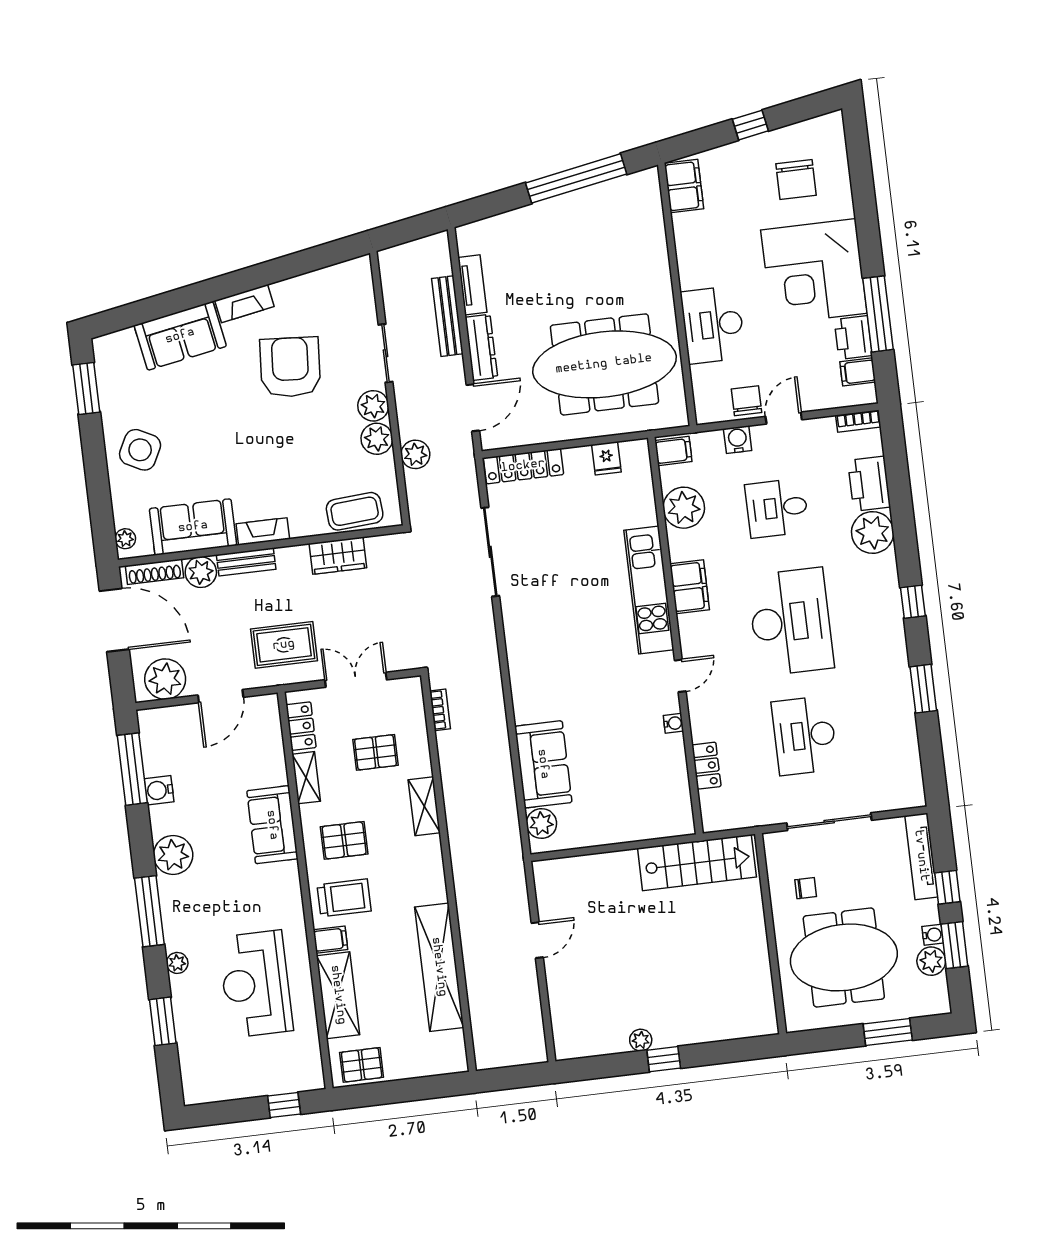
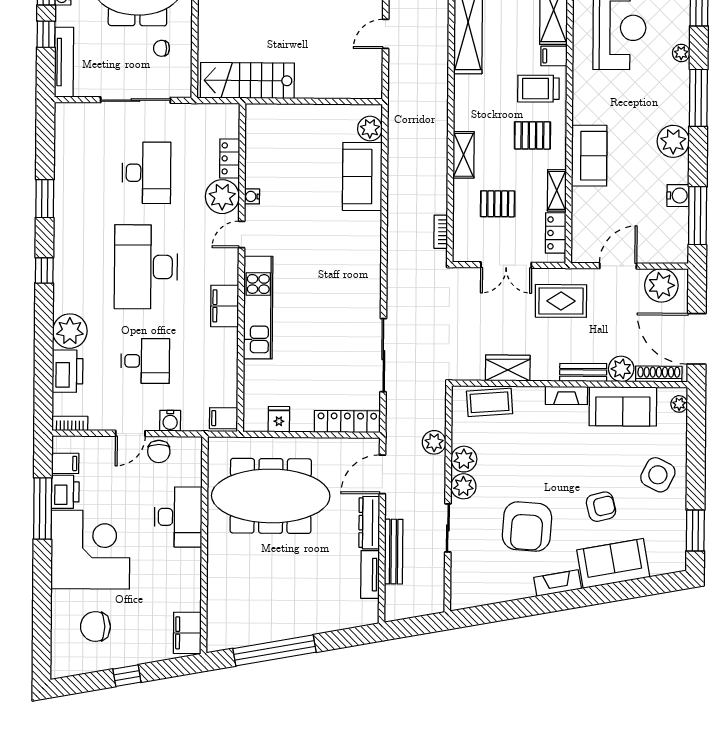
chair: (796, 180) -> (95, 627), turned -90
armchair: (204, 403) -> (601, 507), added
plant: (684, 508) -> (222, 197), moved

